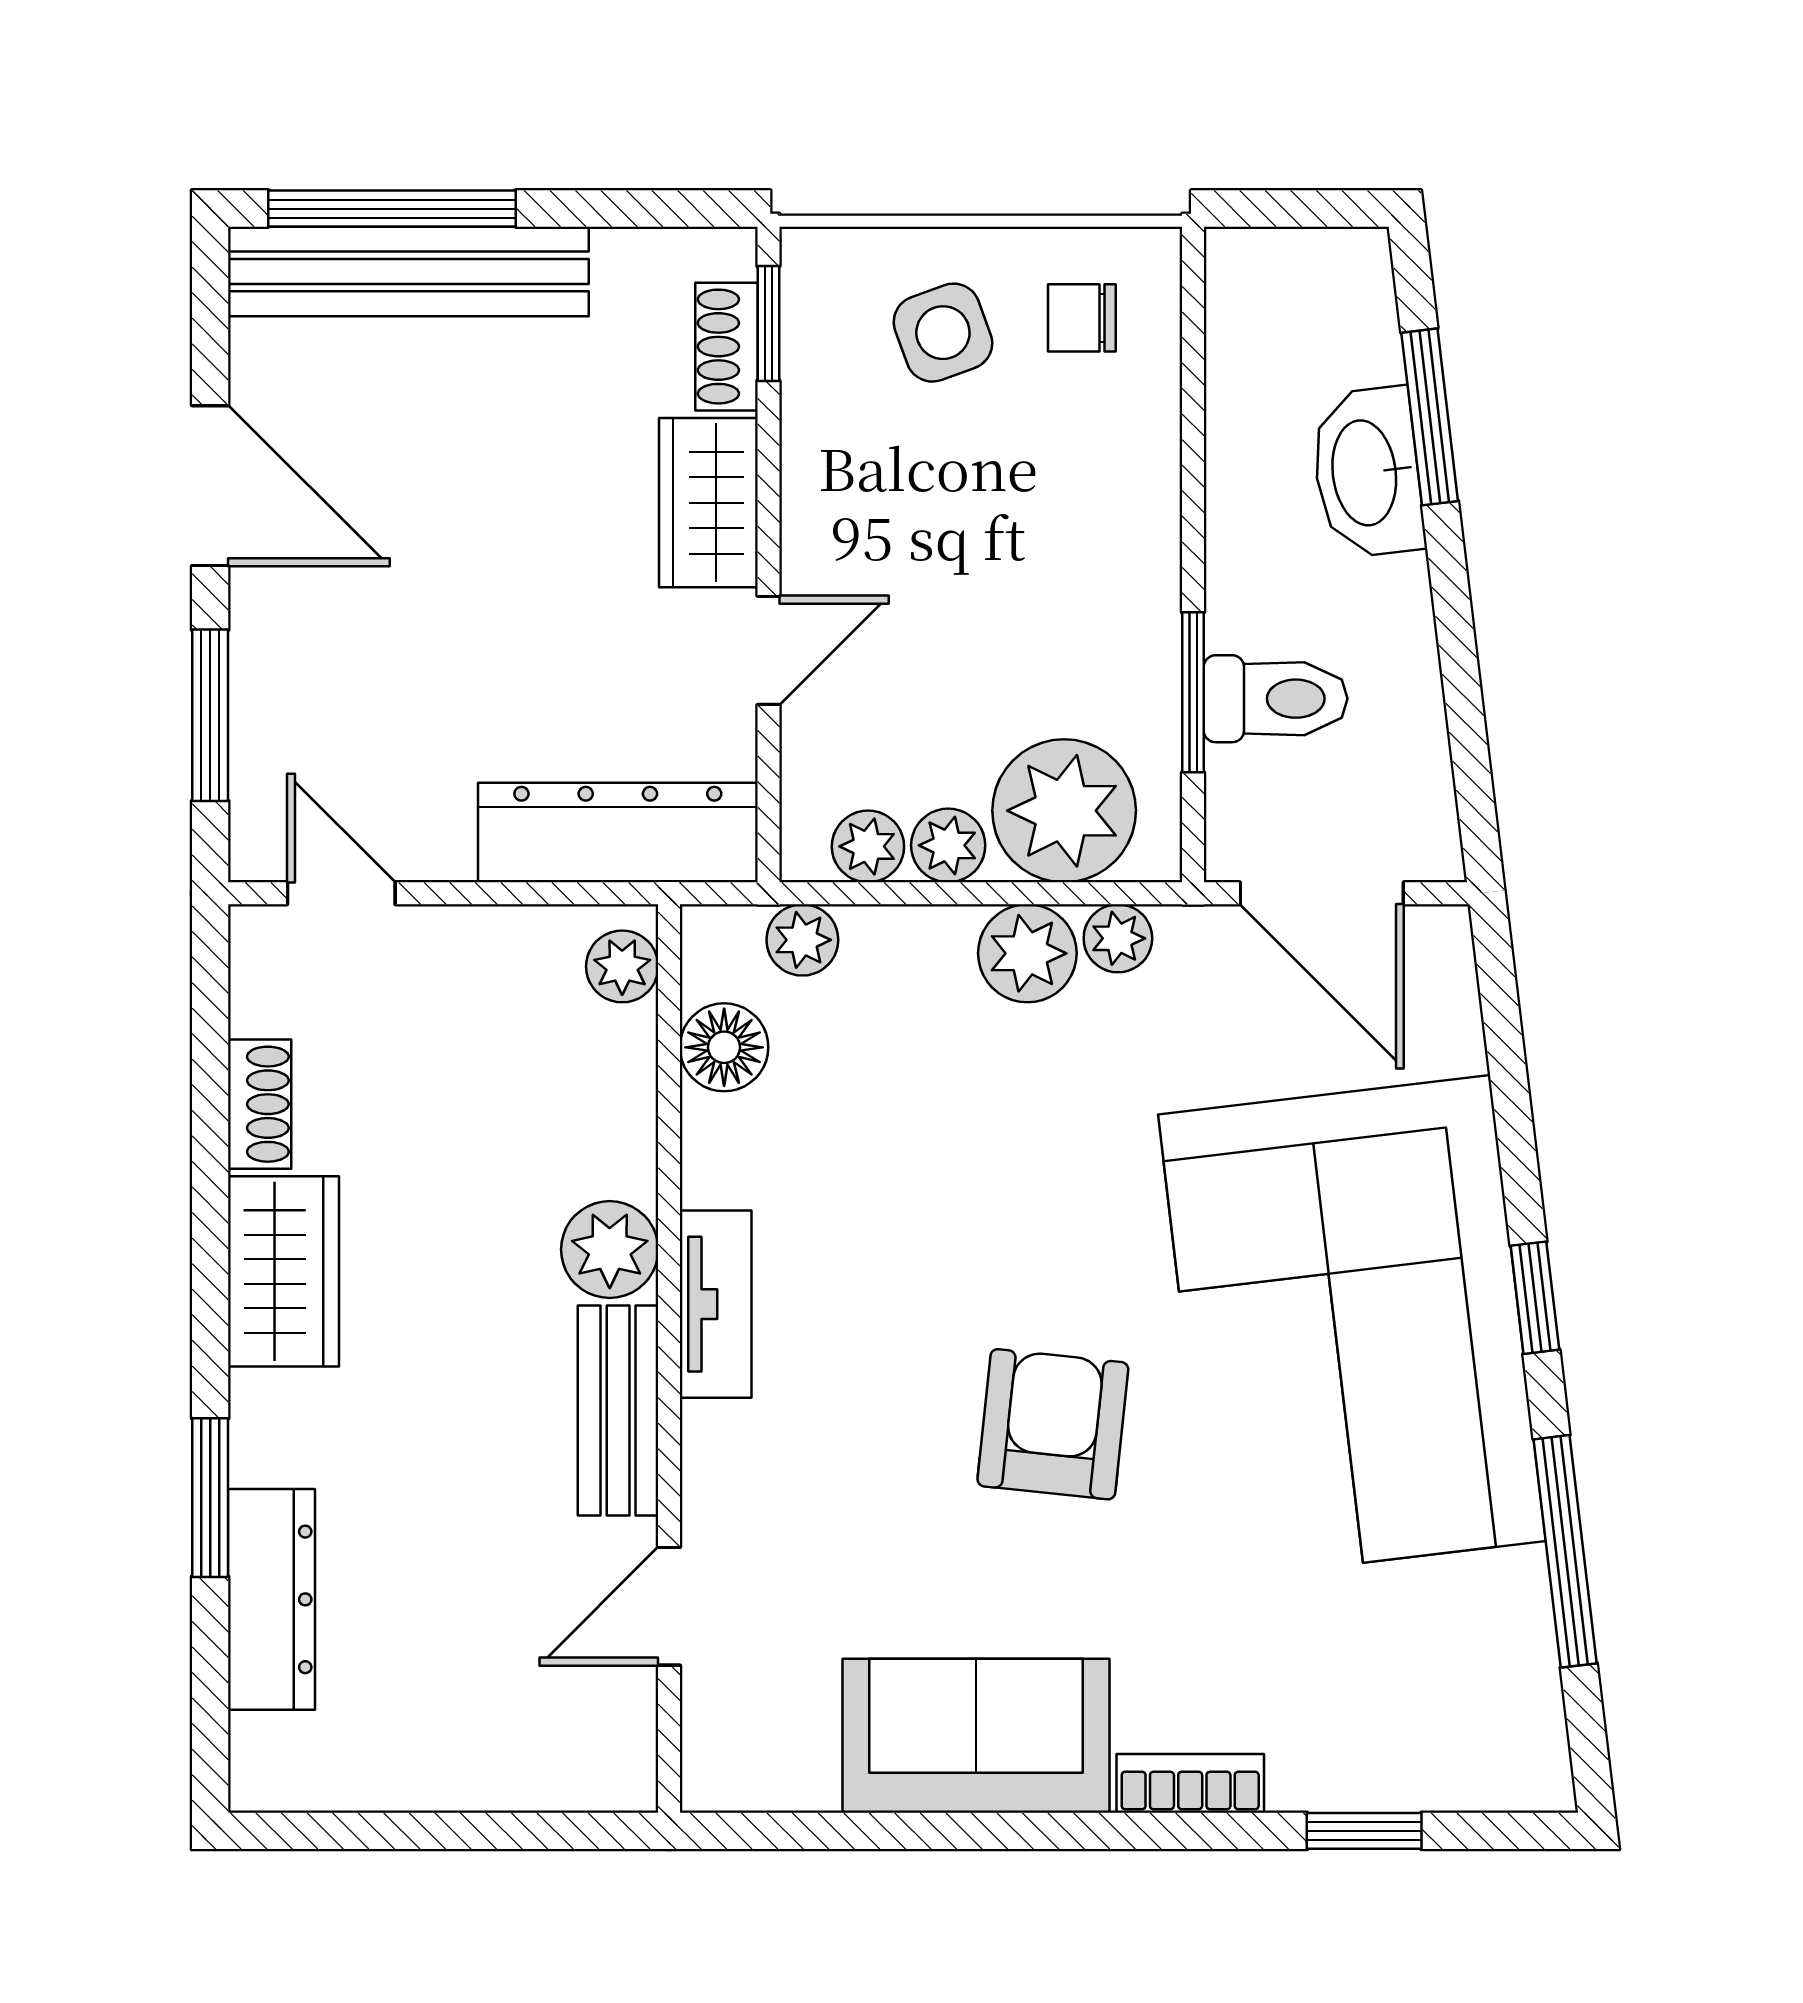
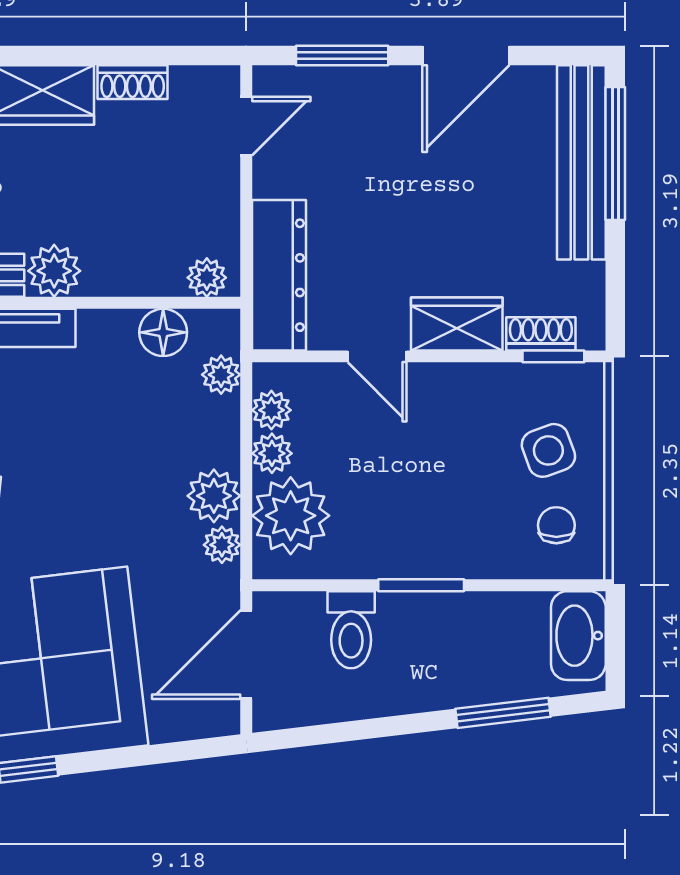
washbasin: (1367, 472) -> (578, 636), moved, turned -83
window: (1193, 692) -> (421, 585), moved

